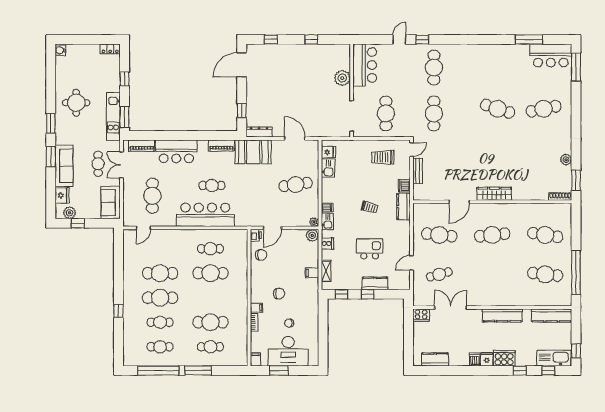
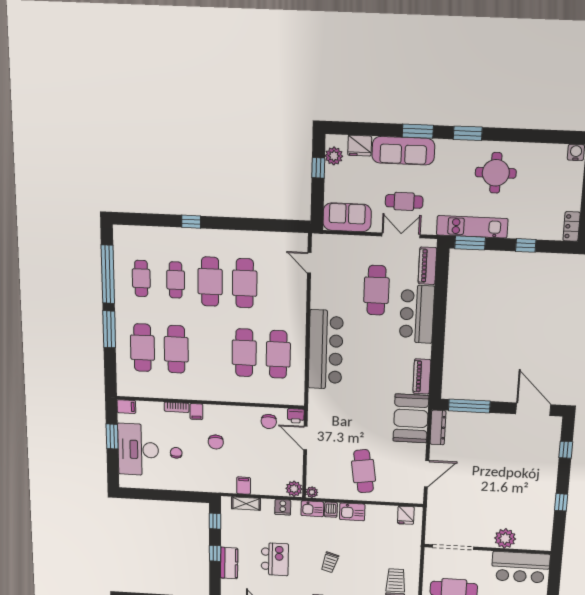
window: (242, 111) -> (469, 406), width x2.17
kitchen sink: (328, 168) -> (352, 512), moved
cafe table: (212, 185) -> (367, 361), removed
cafe table: (152, 196) -> (376, 290), moved, turned 90
cafe table: (210, 249) -> (278, 354), width x1.37, depth x1.35
cafe table: (210, 347) -> (142, 348), width x1.37, depth x1.35

